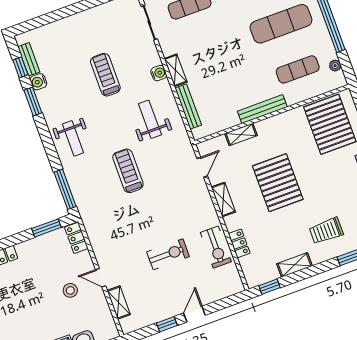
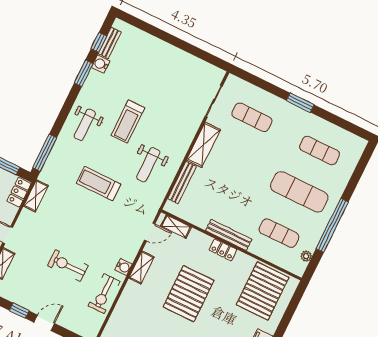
shelving: (176, 70) -> (203, 145), width x1.50, depth x1.33
water cooler: (159, 73) -> (124, 267), moved
treadmill: (105, 75) -> (128, 122), moved, turned 180
weight bench: (150, 119) -> (148, 165), turned 180
shelving: (241, 134) -> (176, 227), moved
treadmill: (128, 171) -> (99, 184), turned -90
shelving: (91, 228) -> (36, 196), added
locker: (239, 243) -> (223, 250), moved, turned 90
exercise bike: (168, 254) -> (68, 266), turned 180

